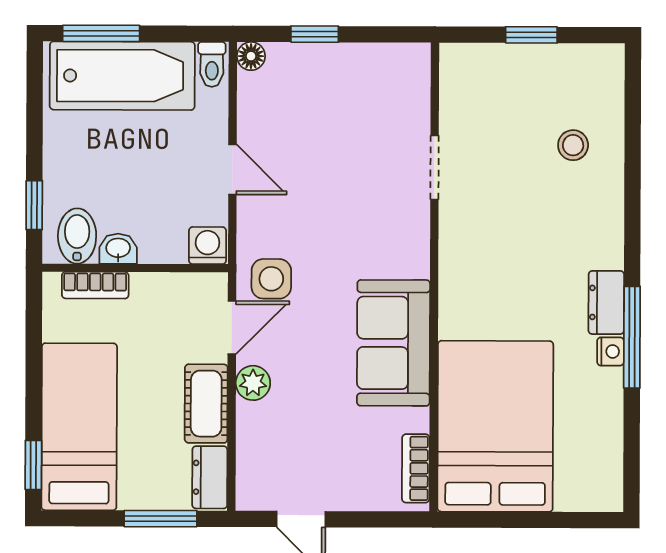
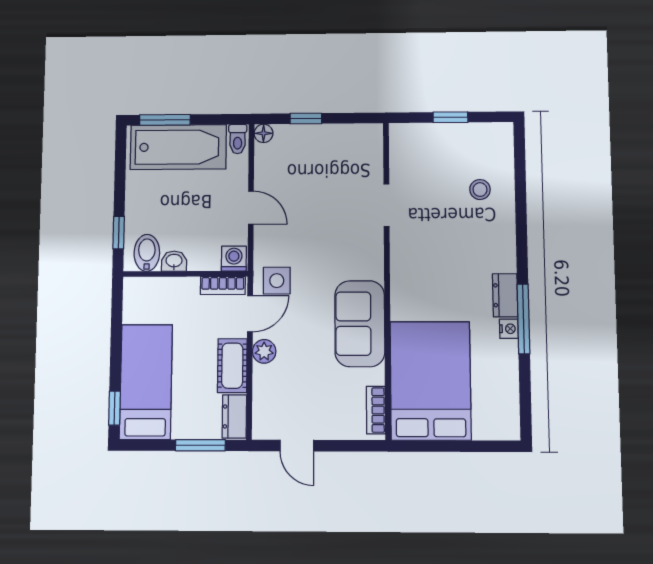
bookcase: (95, 285) -> (223, 285), moved

